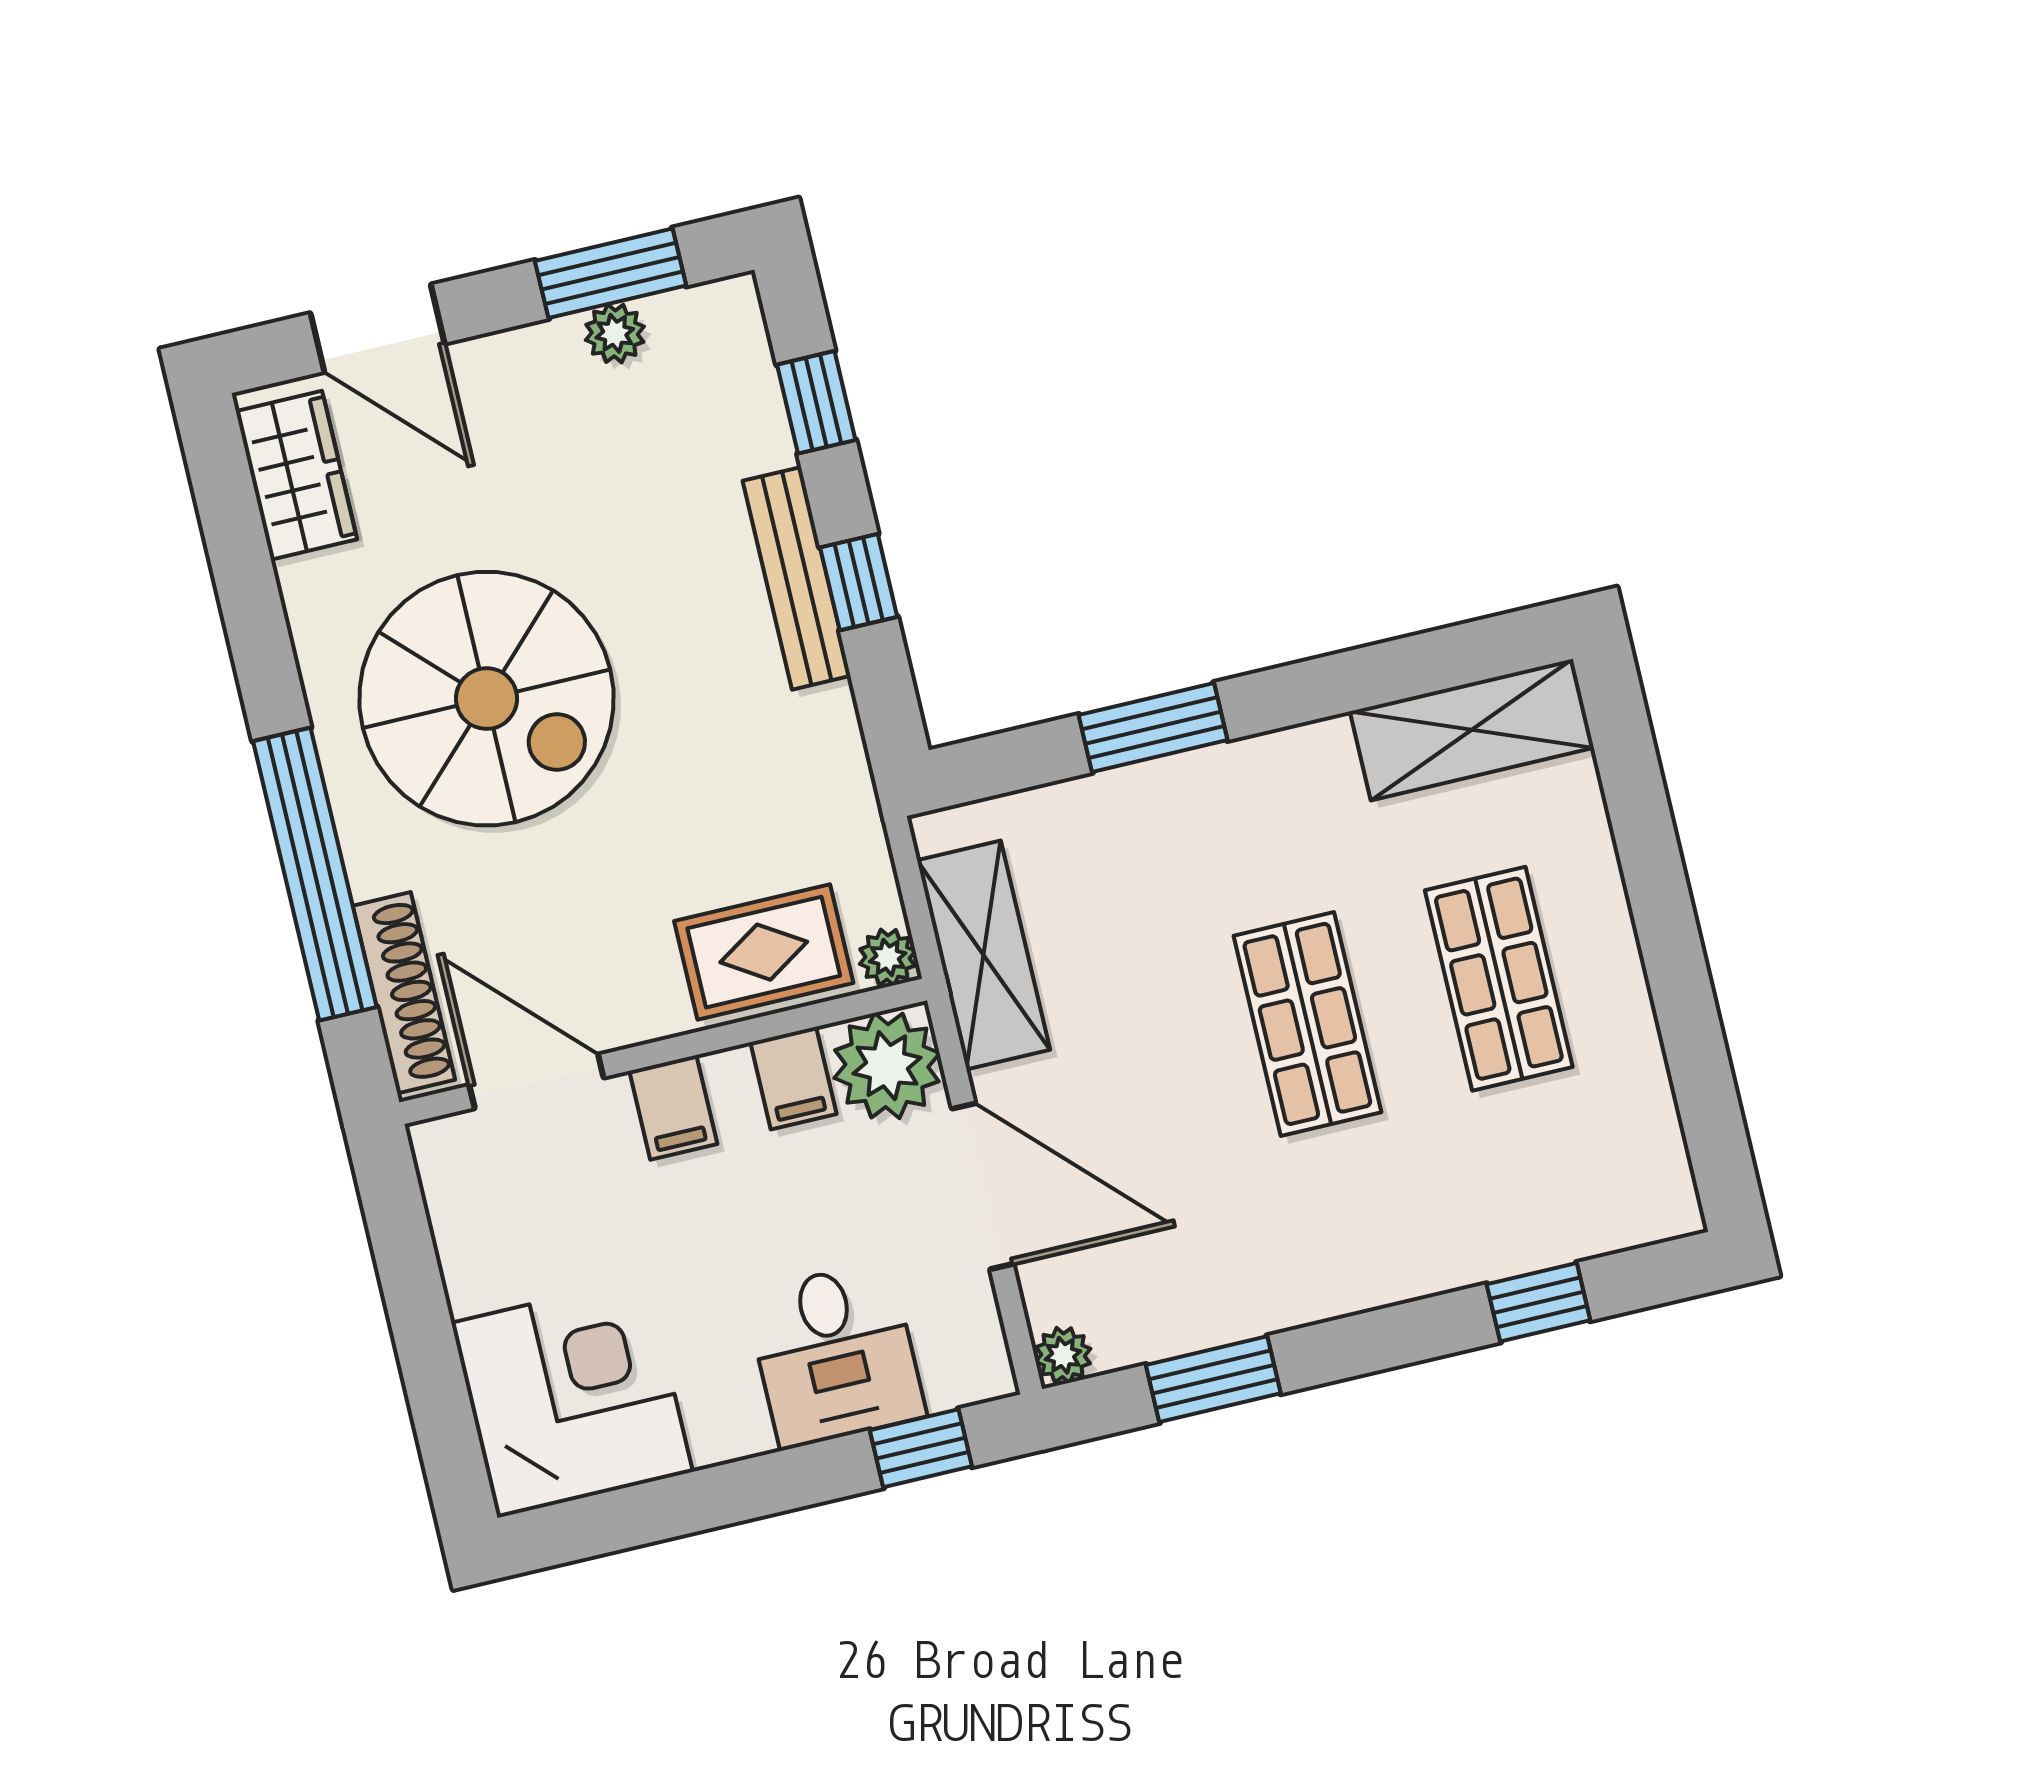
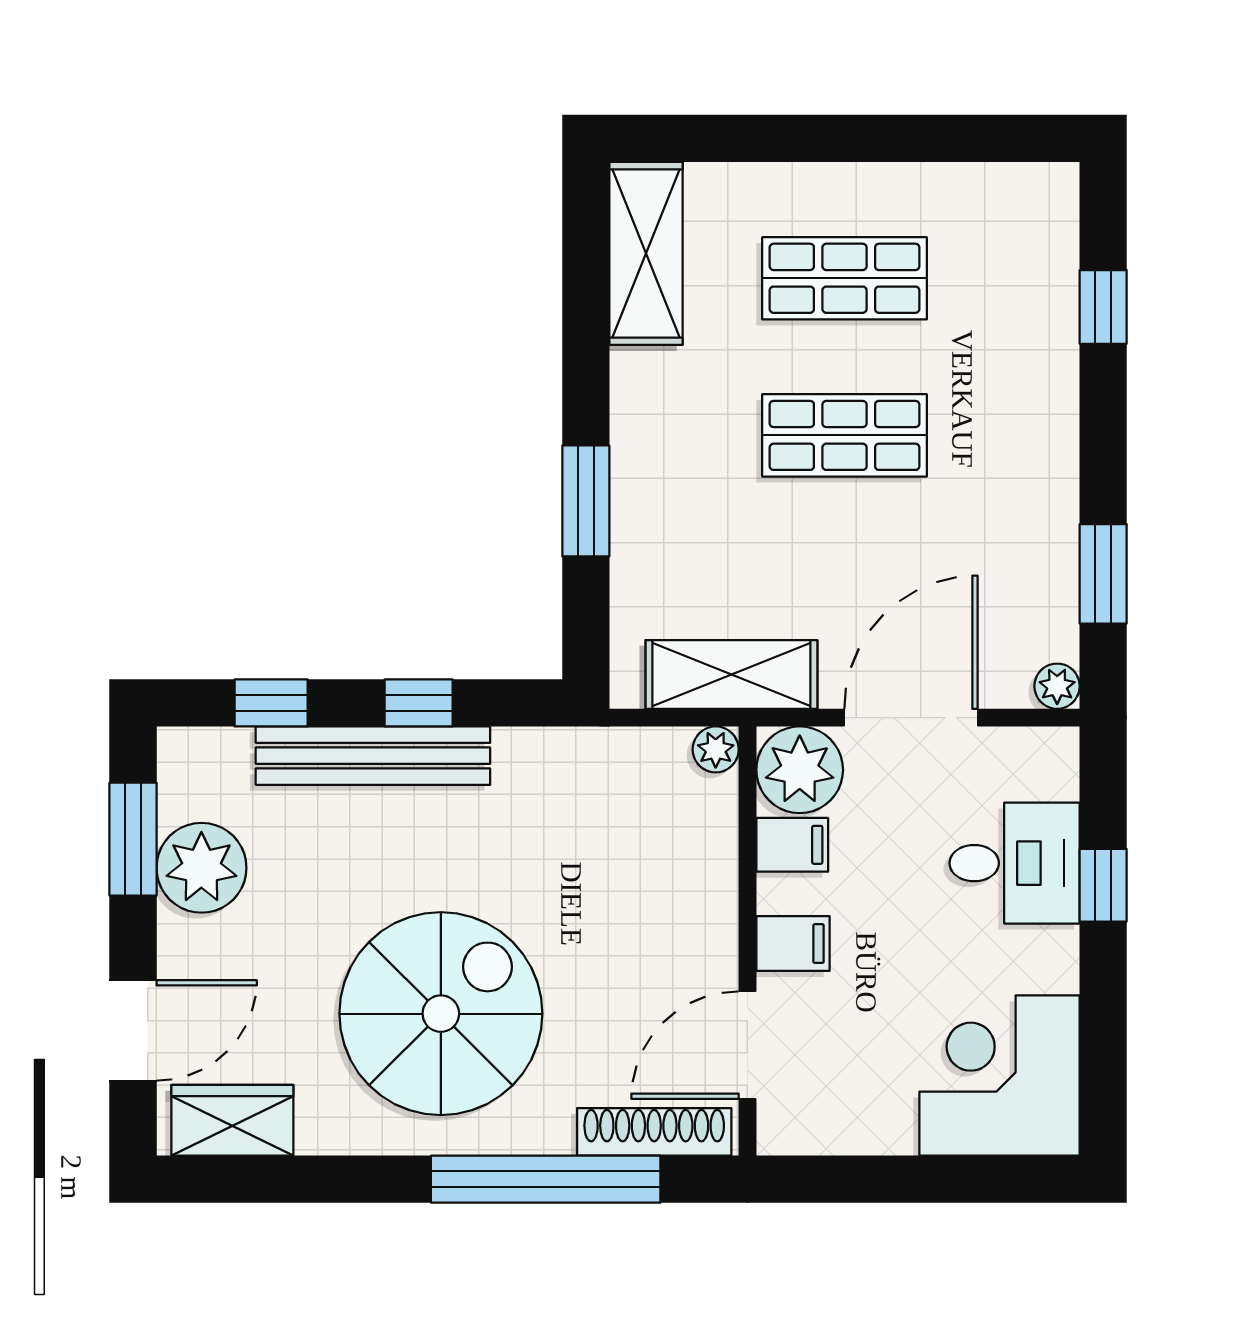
plant: (615, 333) -> (201, 868), width x1.87, depth x1.87
bench: (797, 578) -> (373, 756), width x1.37, depth x1.21
rug: (764, 952) -> (689, 845), removed
window: (921, 1448) -> (1103, 885), moved

